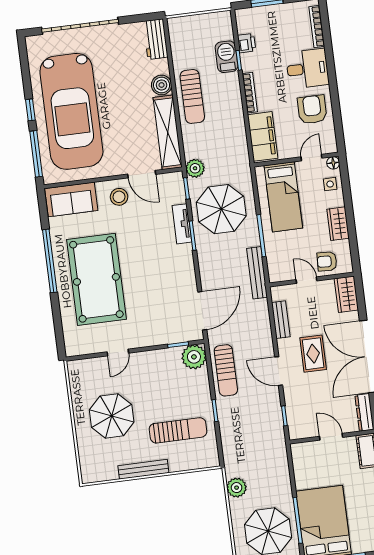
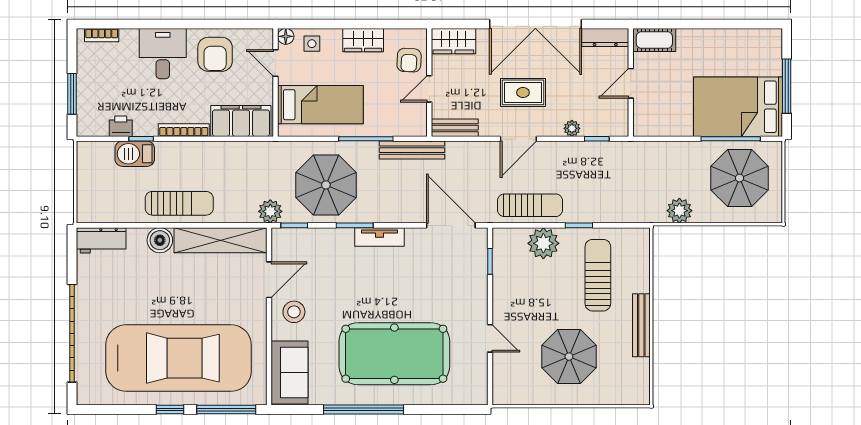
bookcase: (317, 27) -> (102, 35), width x0.64
armchair: (312, 110) -> (215, 54), turned -90
tv unit: (182, 224) -> (379, 237), moved
bench: (281, 320) -> (455, 128), moved
plant: (194, 357) -> (543, 243), moved
door: (279, 371) -> (518, 139), moved
plant: (290, 395) -> (572, 128), added

